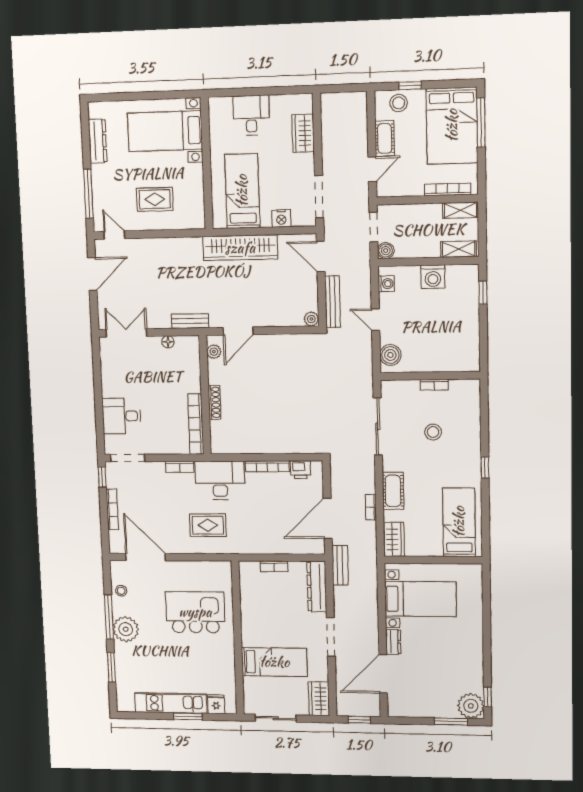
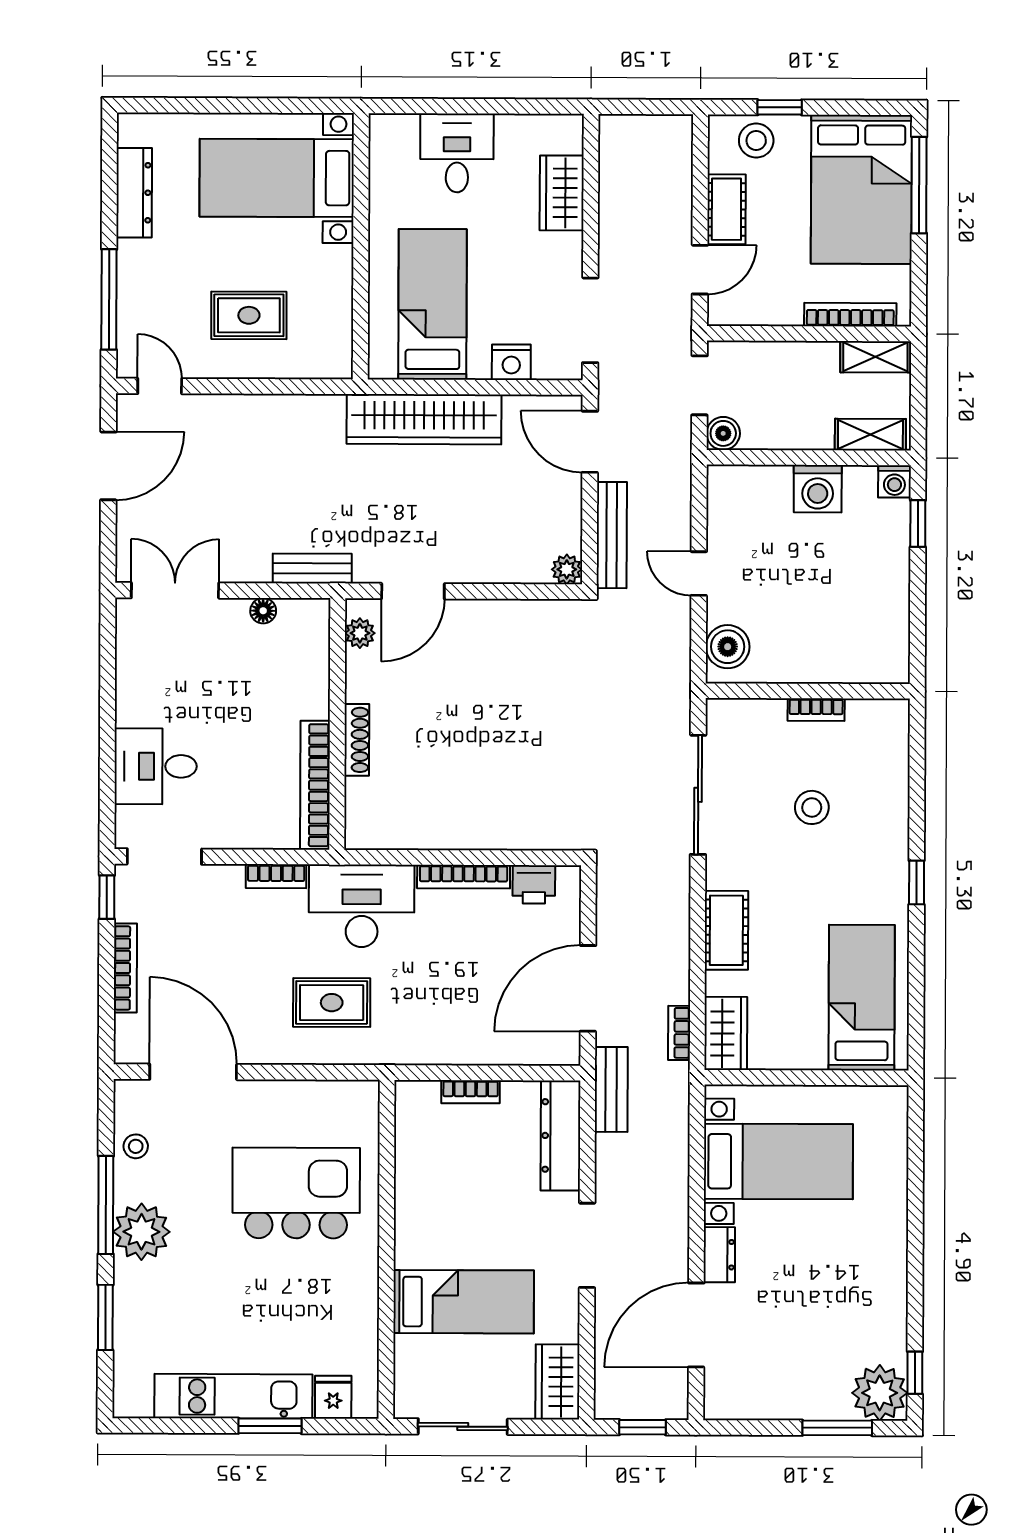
washing machine: (386, 284) -> (894, 481), moved, turned 90
bookcase: (371, 507) -> (679, 1033), moved

